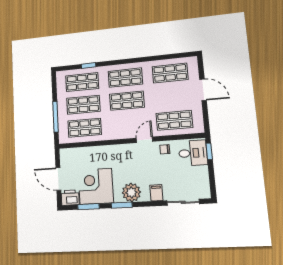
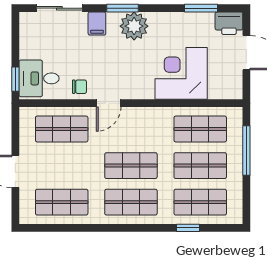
corner desk: (96, 186) -> (181, 73), moved, turned 180
window: (122, 205) -> (123, 8), moved

